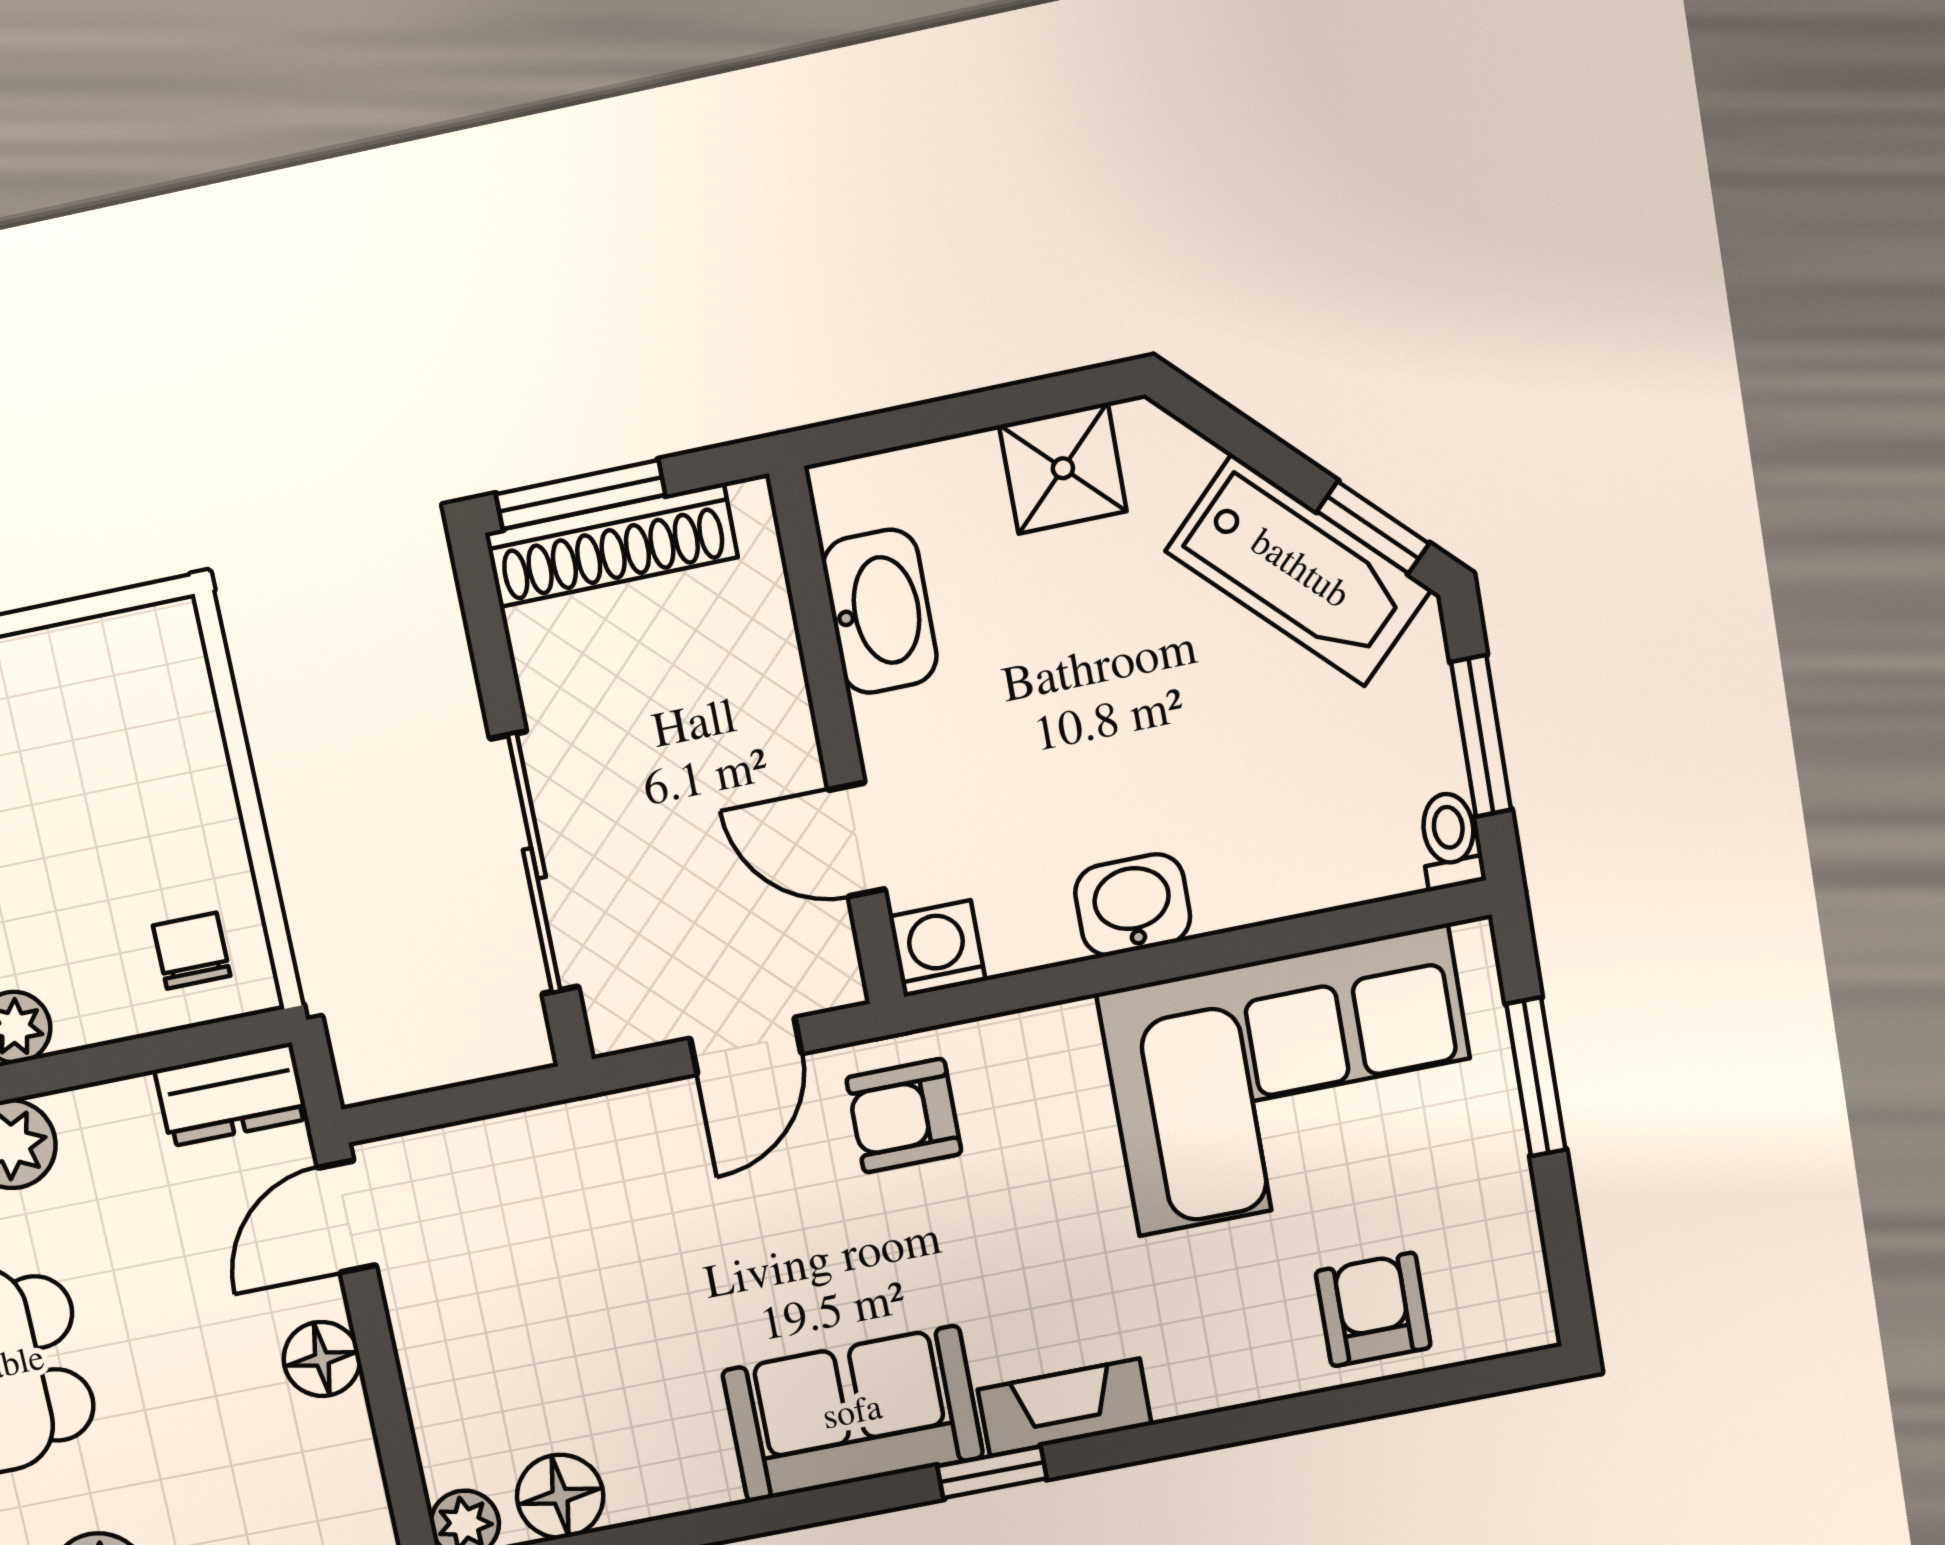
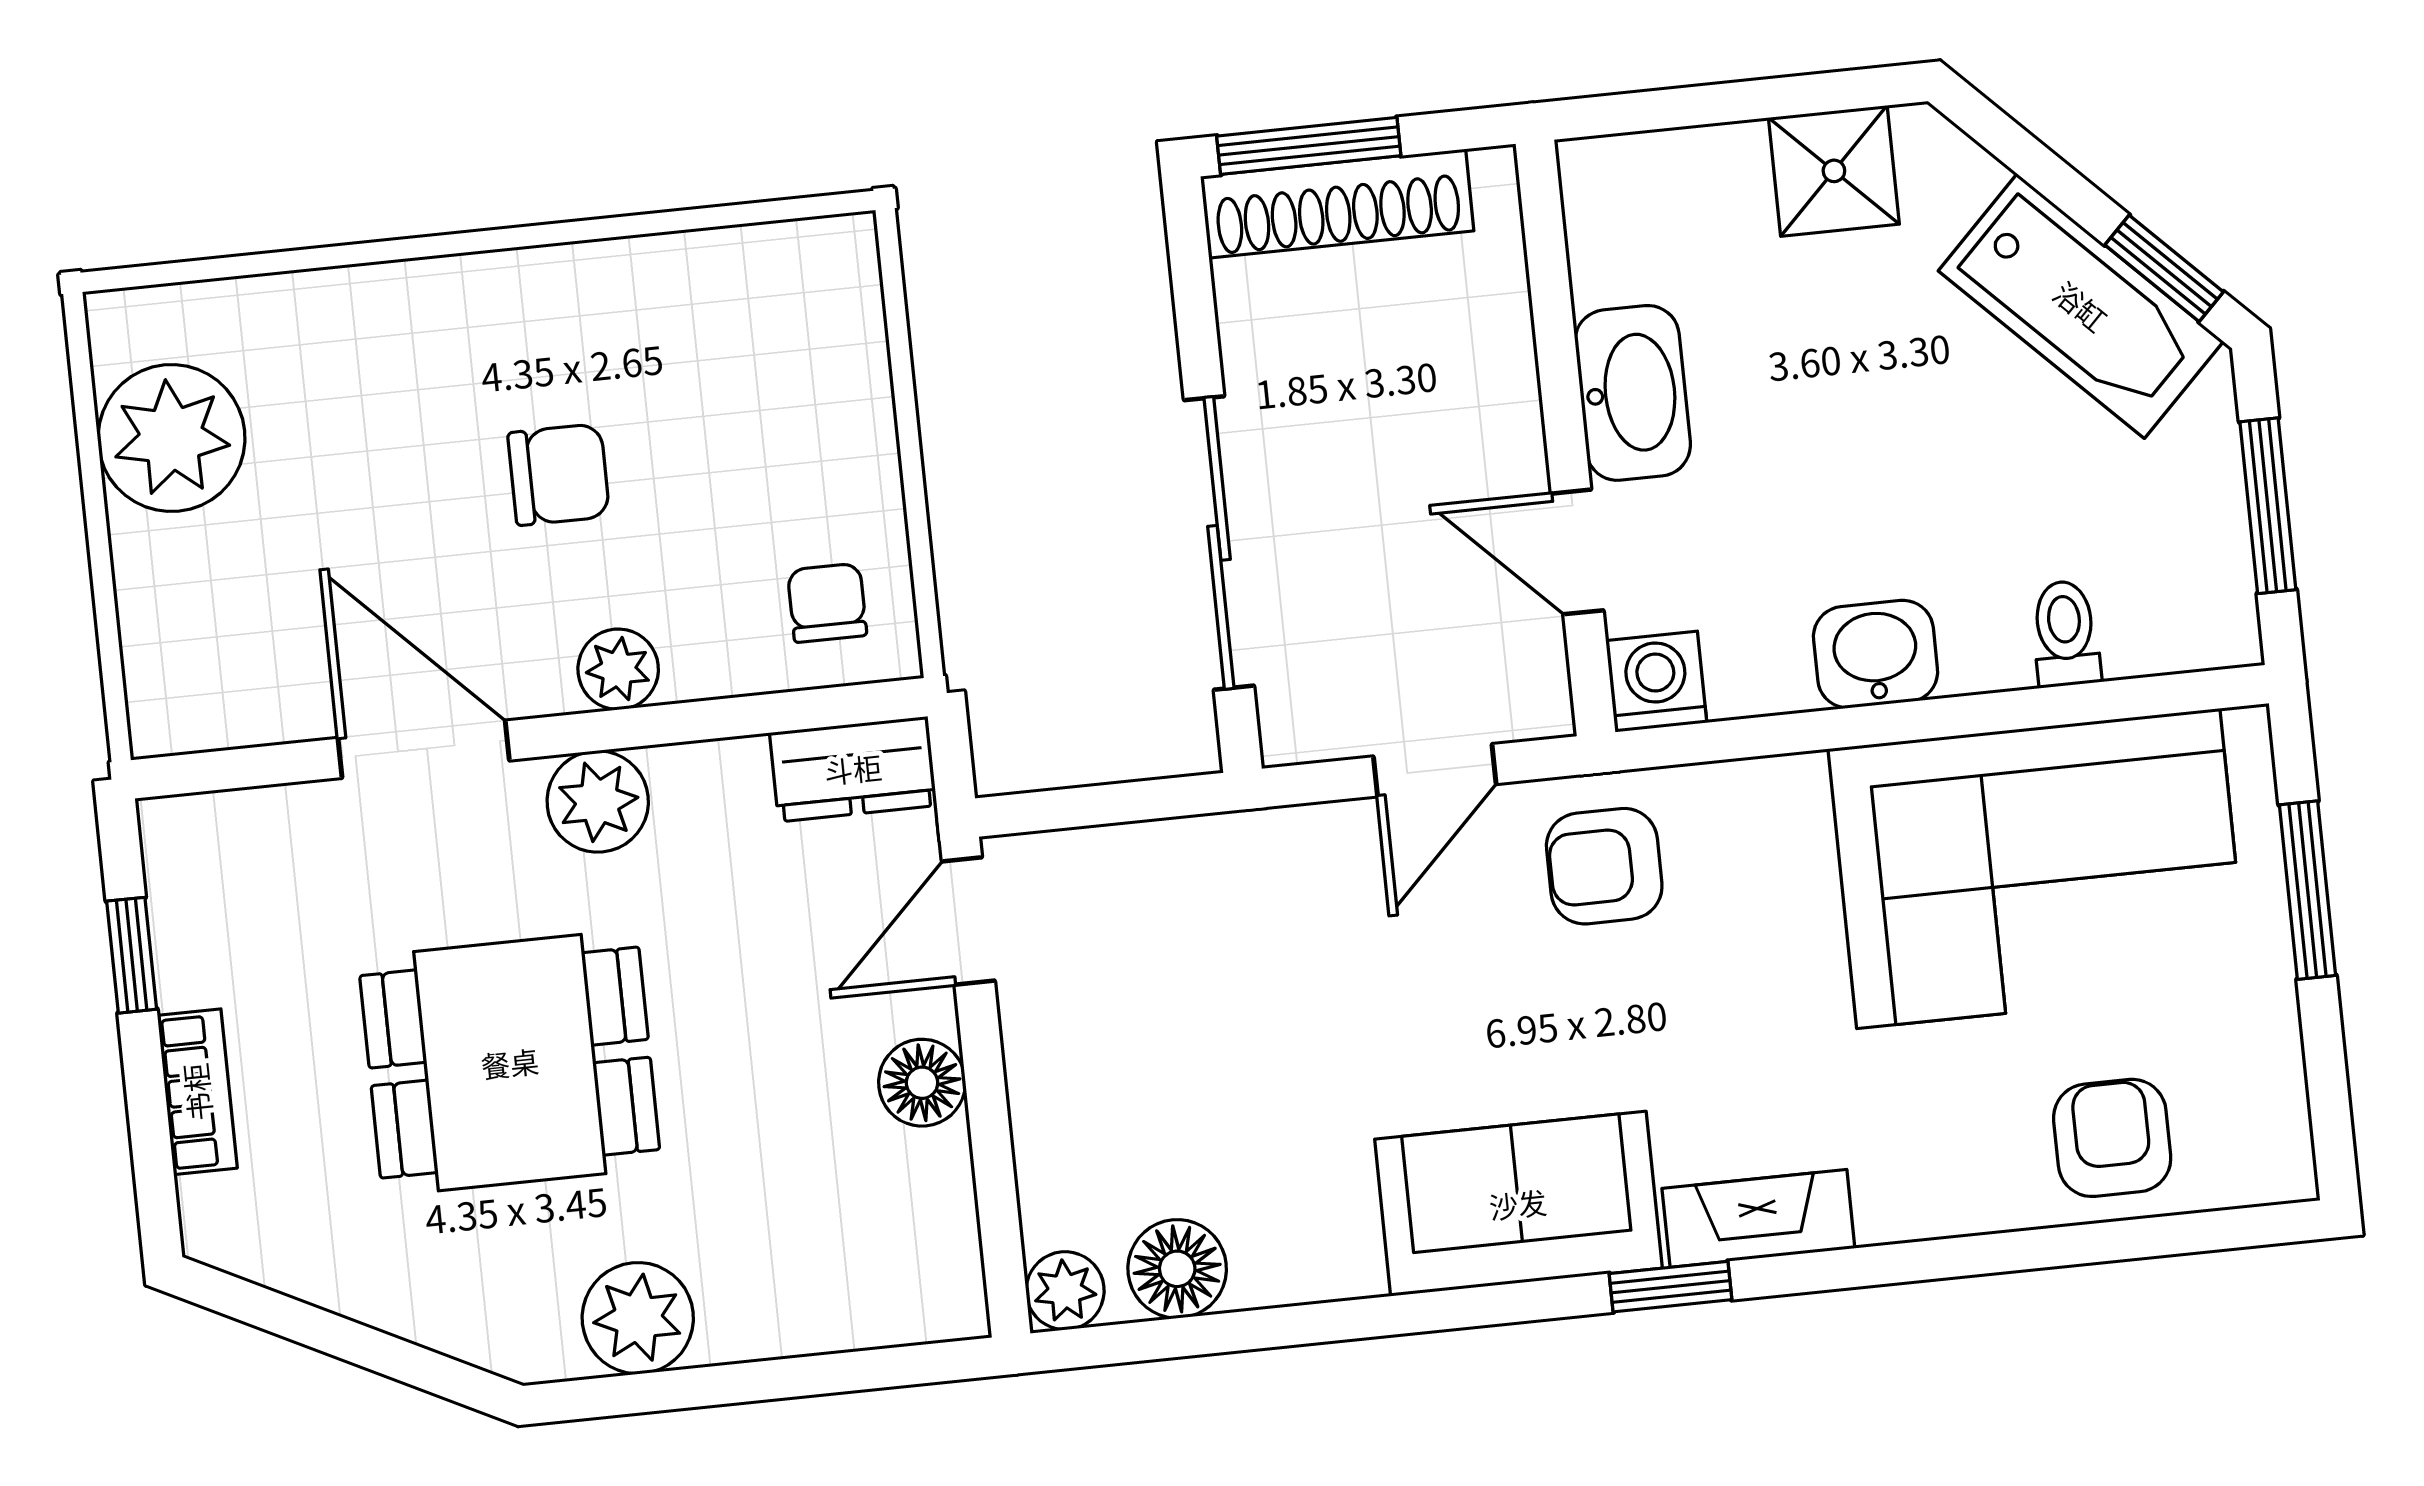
washbasin: (880, 611) -> (1633, 393), moved
toilet: (1450, 840) -> (2065, 634), moved

